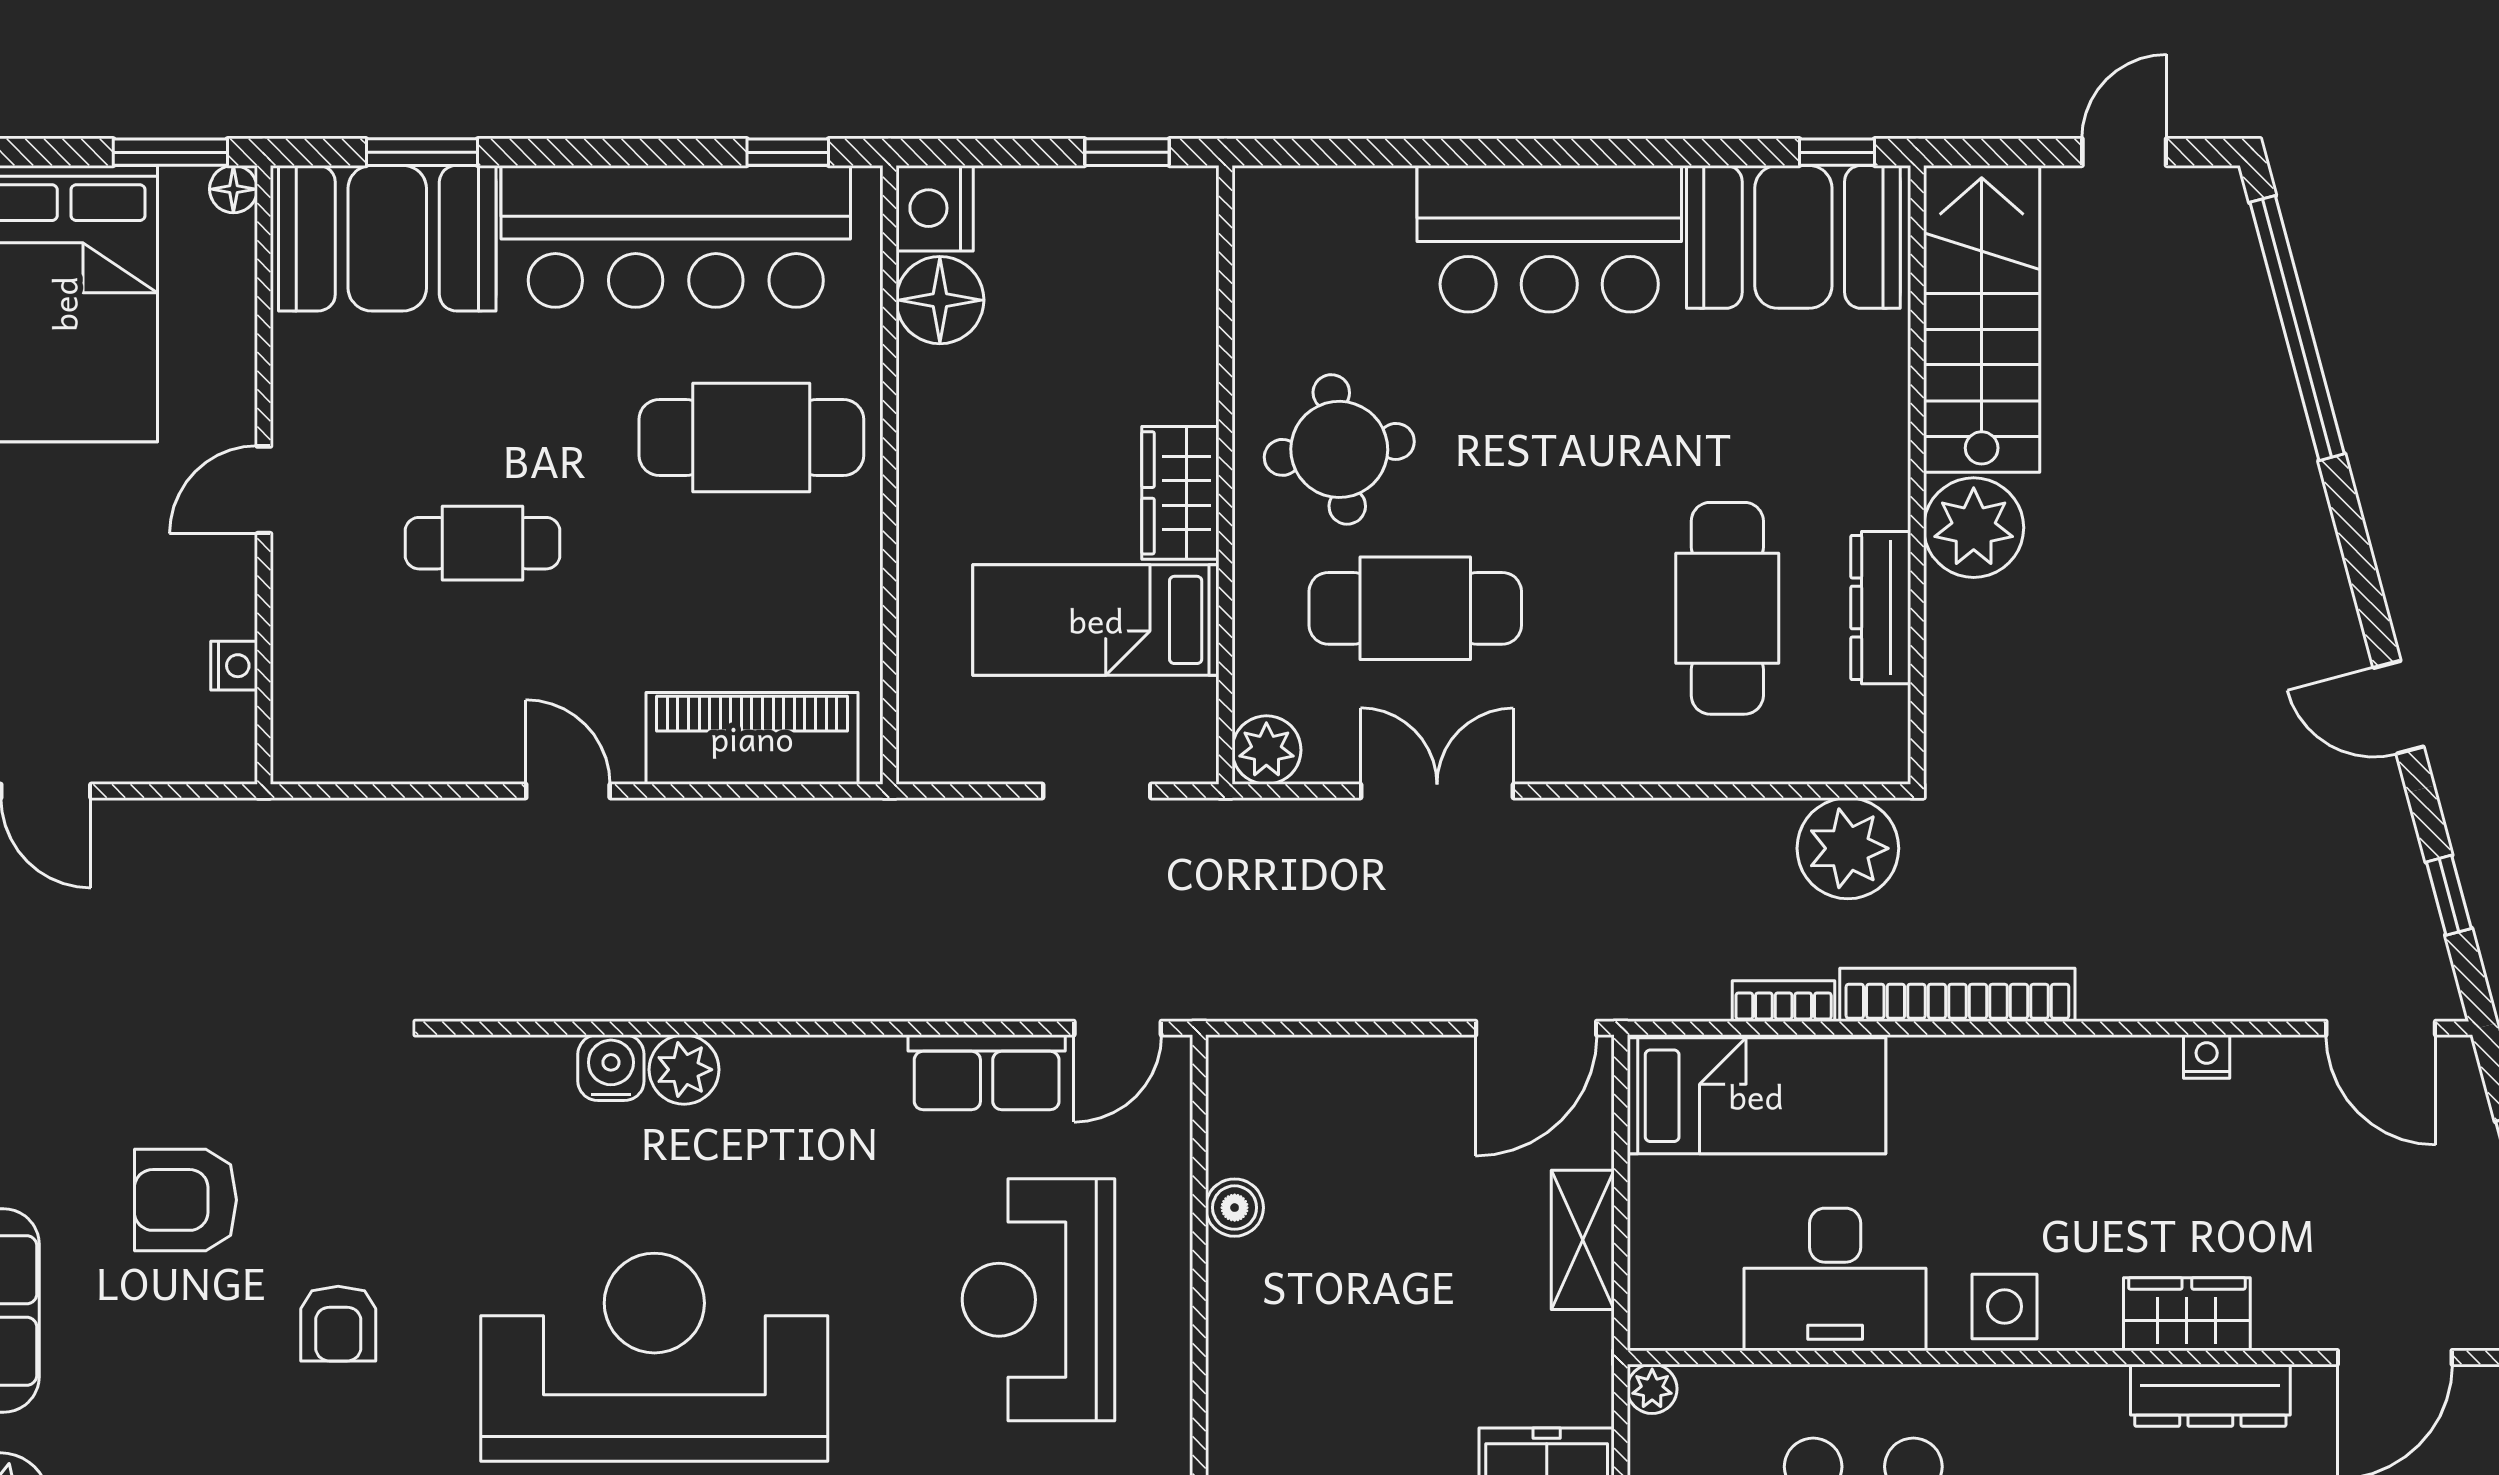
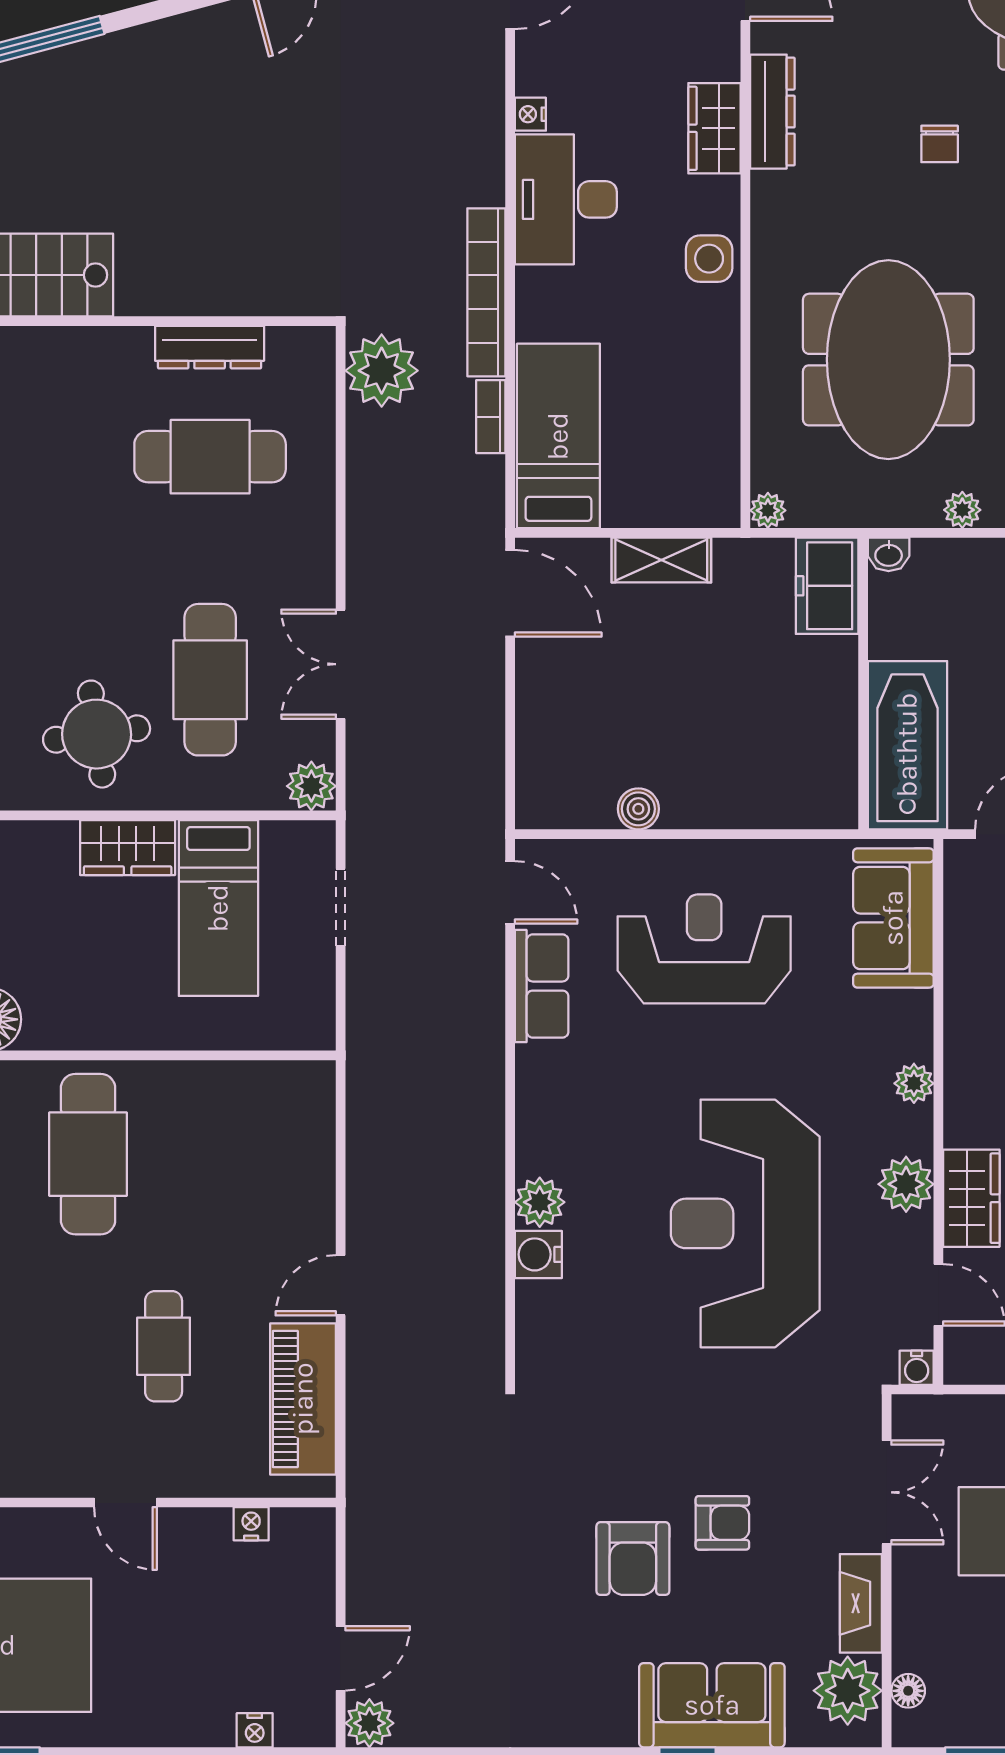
plant: (1974, 528) -> (152, 281), removed
piano: (752, 738) -> (303, 1399), moved
desk: (1835, 1279) -> (566, 199), moved, turned 180
reception desk: (1038, 1300) -> (704, 949), turned 180
armchair: (338, 1324) -> (722, 1523), moved

